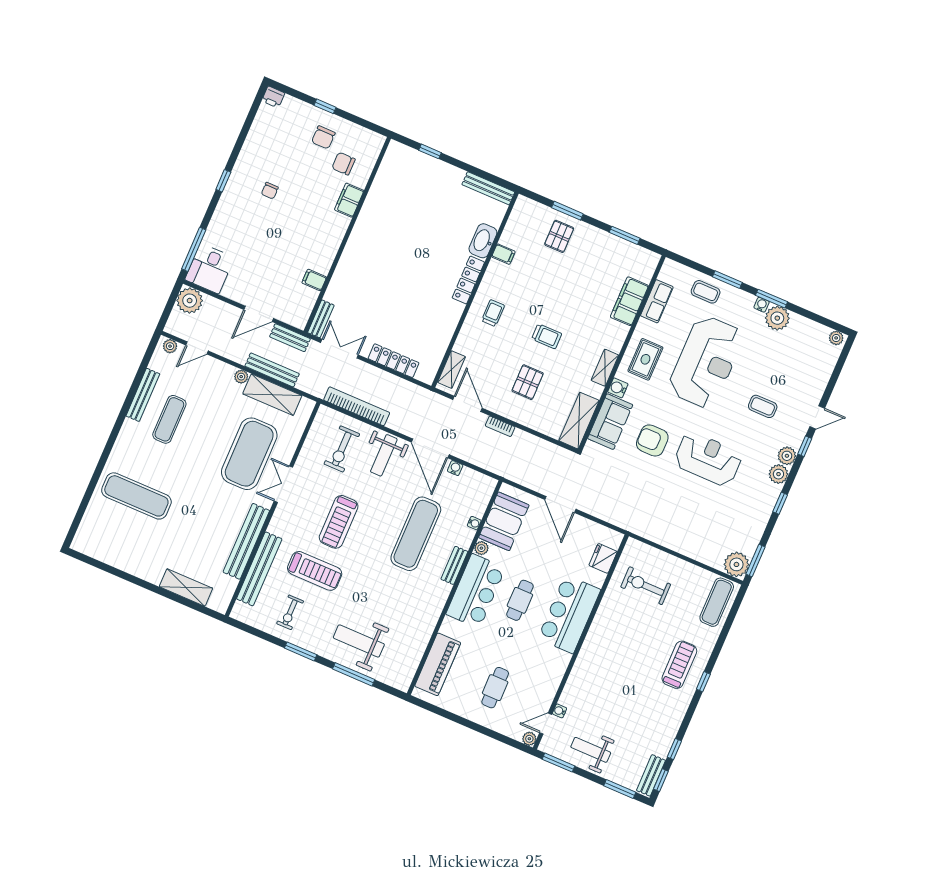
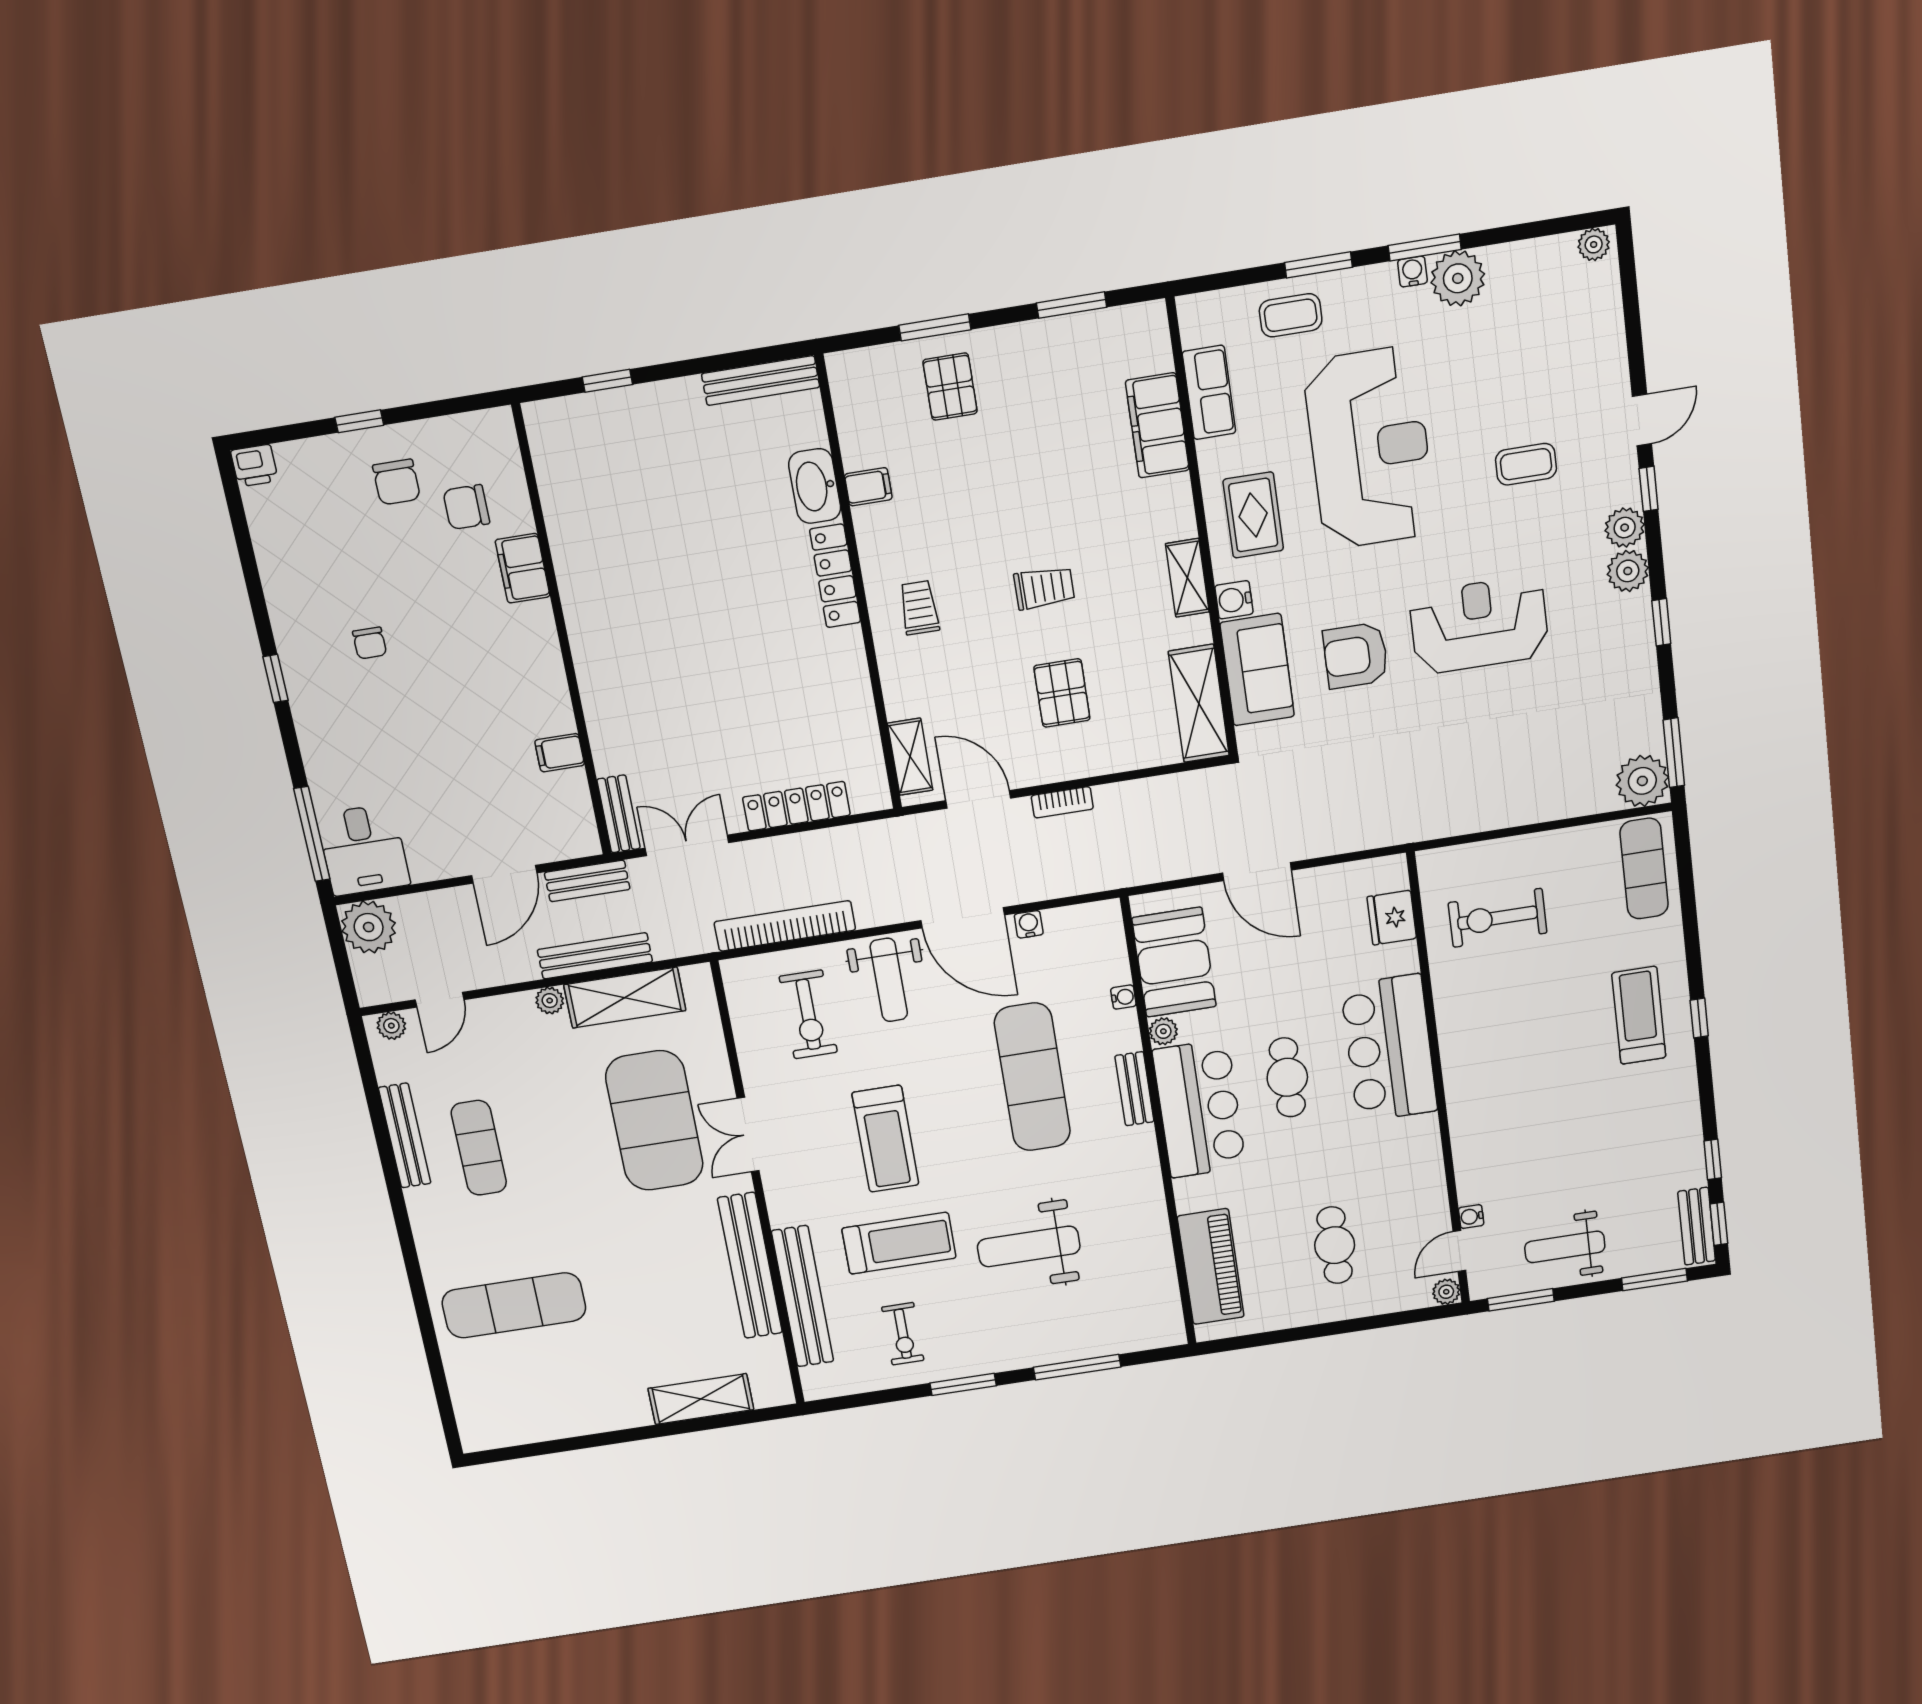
weight bench: (359, 641) -> (1029, 1246), moved

